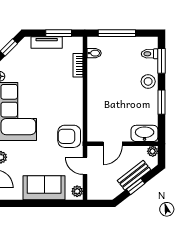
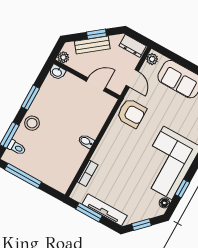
window: (117, 33) -> (23, 176), moved
tv unit: (47, 43) -> (105, 210), width x1.41
bidet: (94, 53) -> (86, 141), moved
washbasin: (145, 133) -> (57, 72), width x0.52, depth x0.69
dresser: (100, 193) -> (133, 46), added

